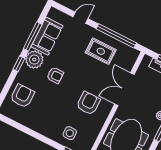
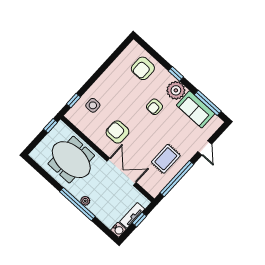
window: (33, 36) -> (208, 103), moved
armchair: (22, 96) -> (143, 68), turned 90
armchair: (88, 103) -> (117, 132), turned 180

